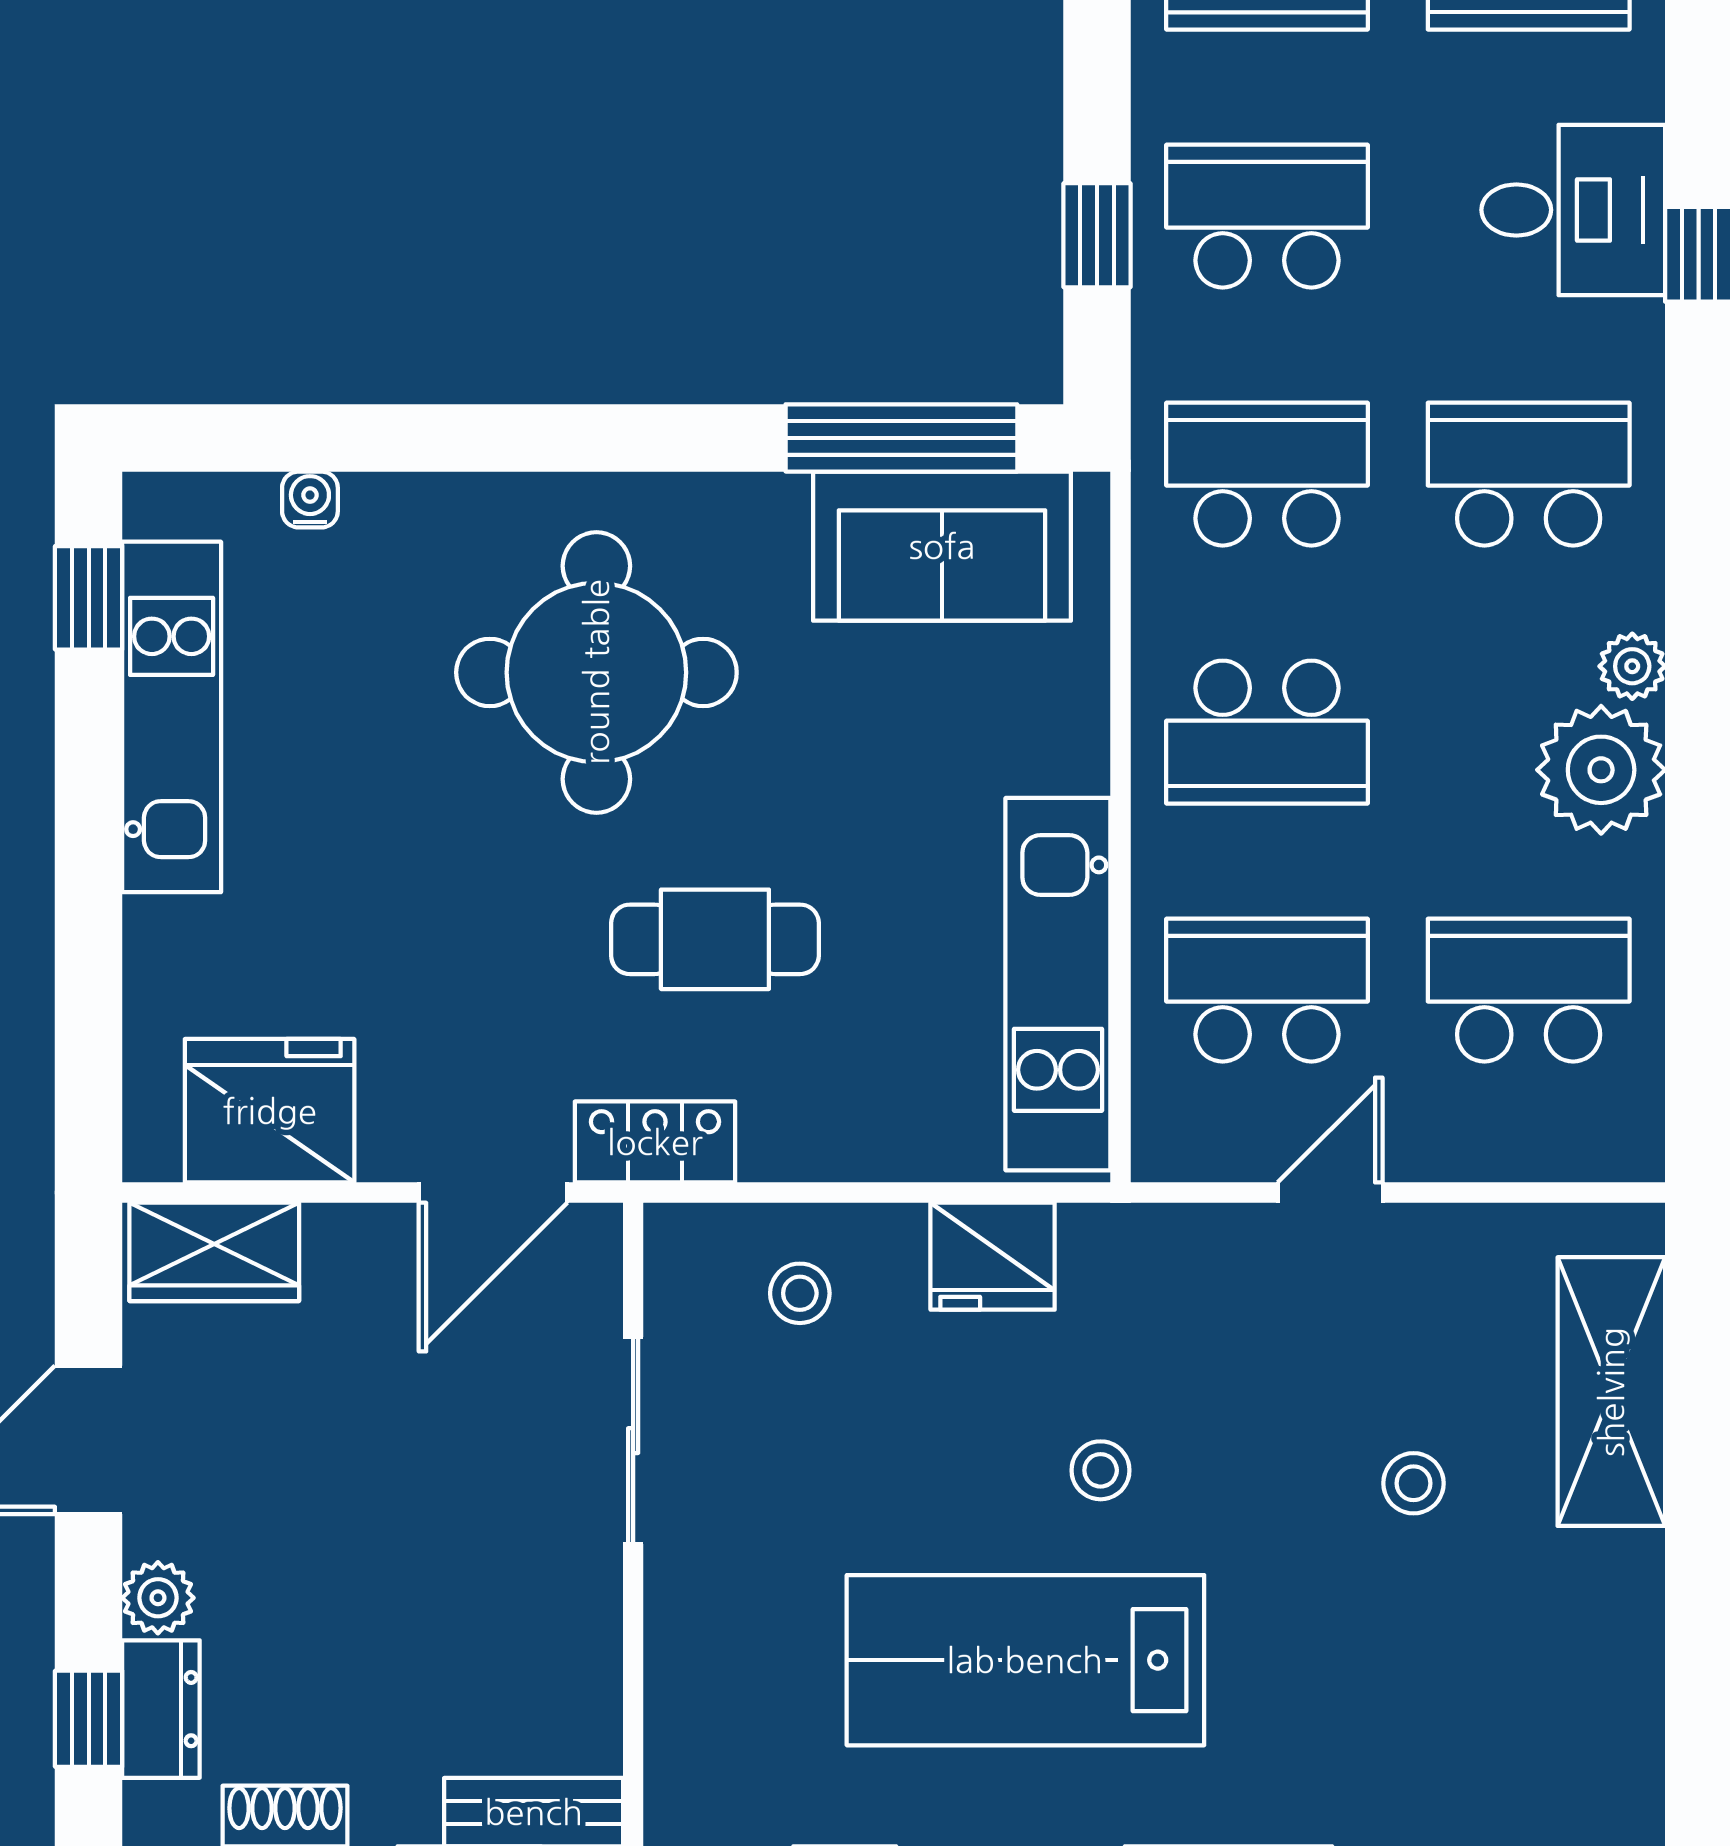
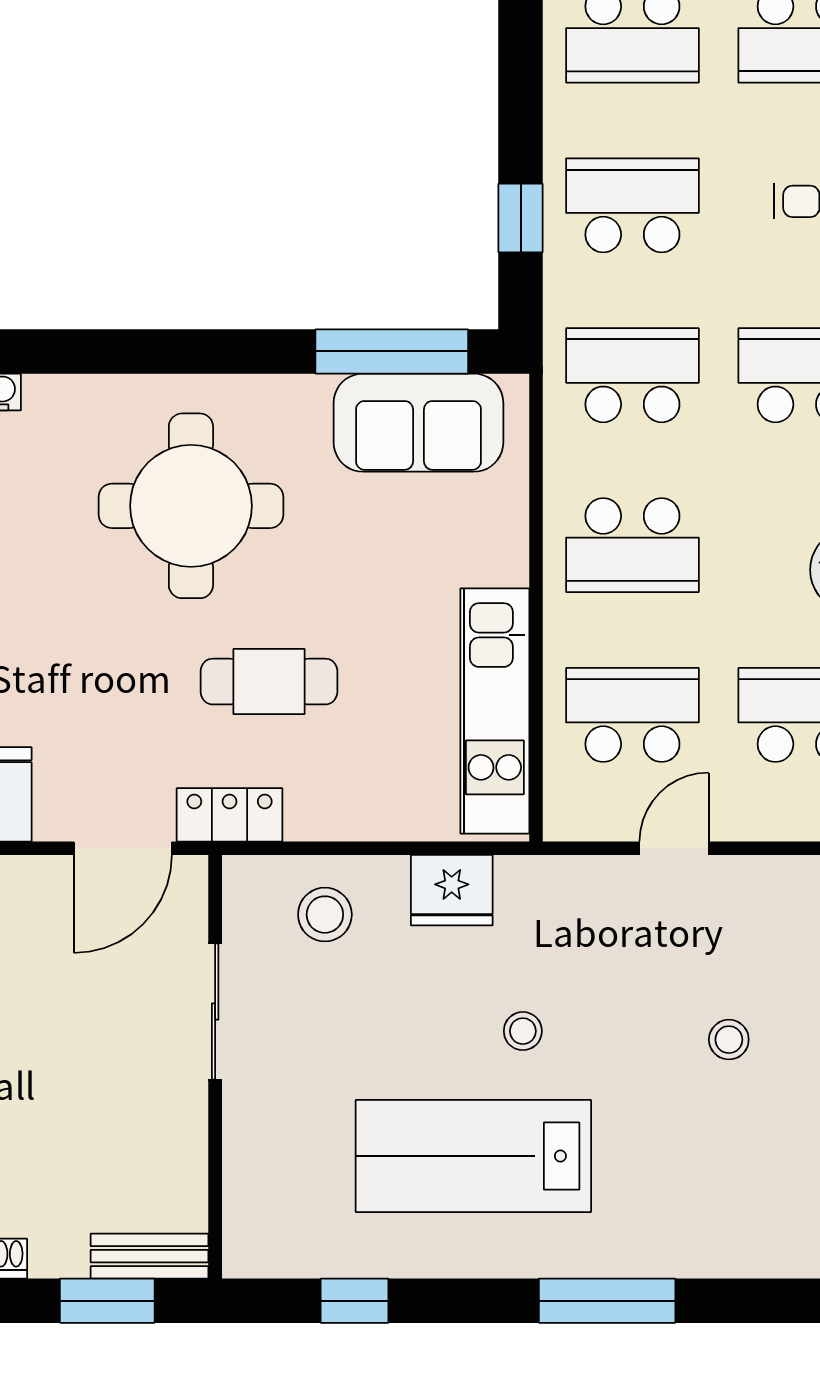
stool: (800, 1293) -> (325, 915), width x1.37, depth x1.37

